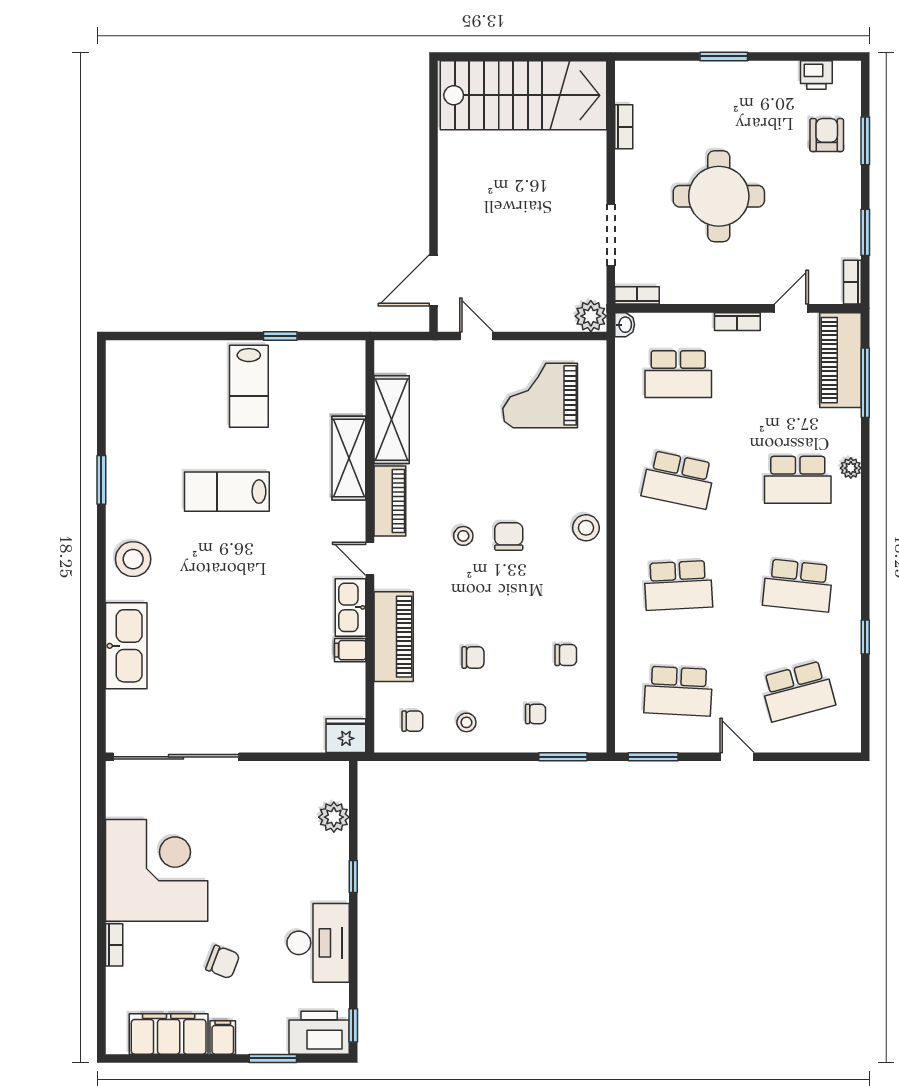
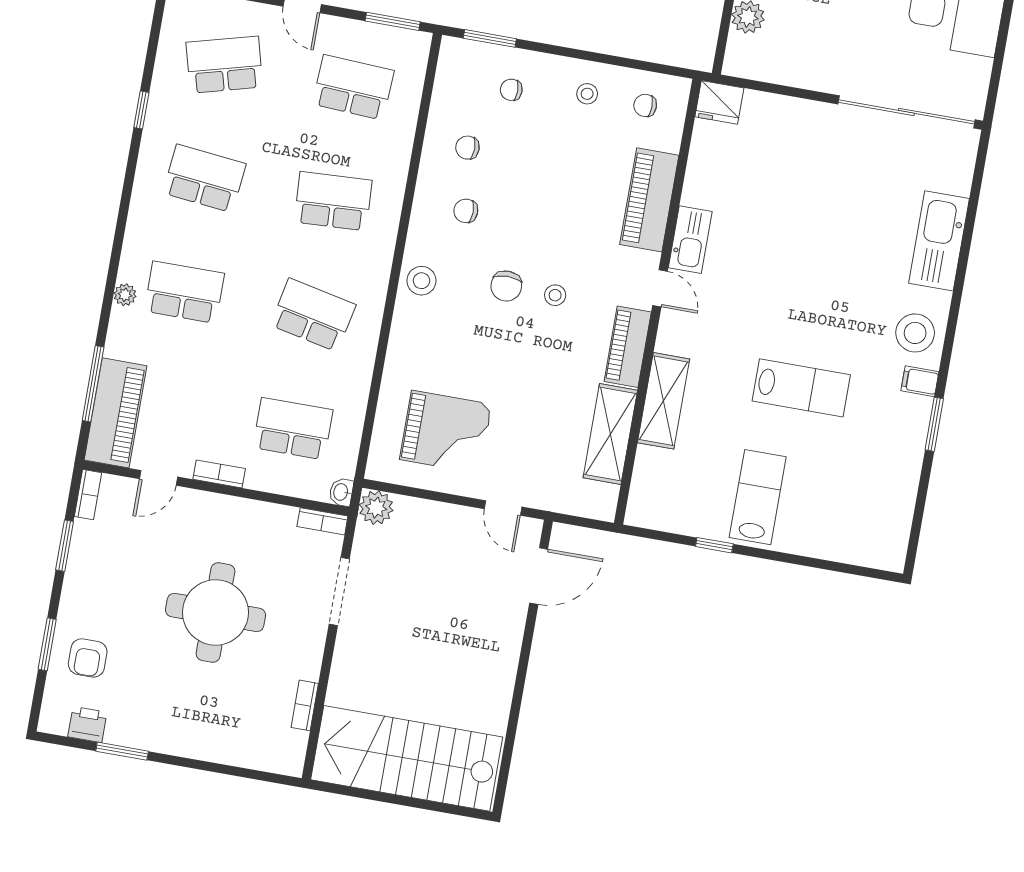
window: (724, 56) -> (122, 751), moved
filing cabinet: (350, 650) -> (920, 381), moved, turned 180
chair: (473, 657) -> (466, 211), moved

